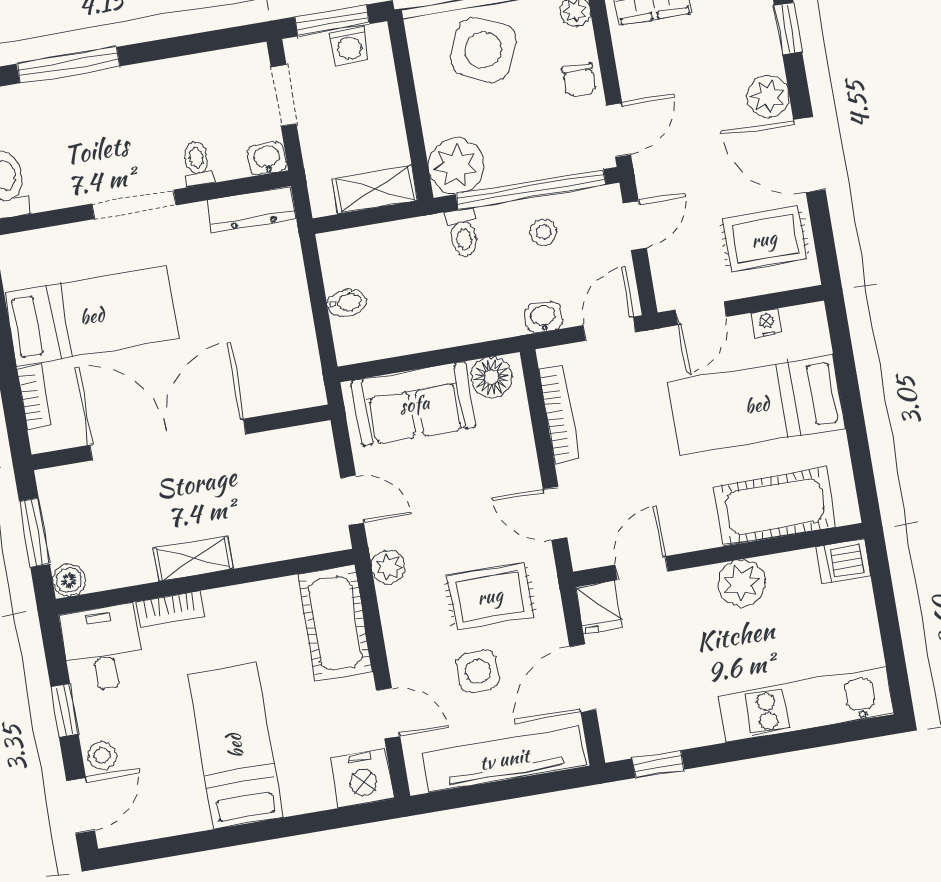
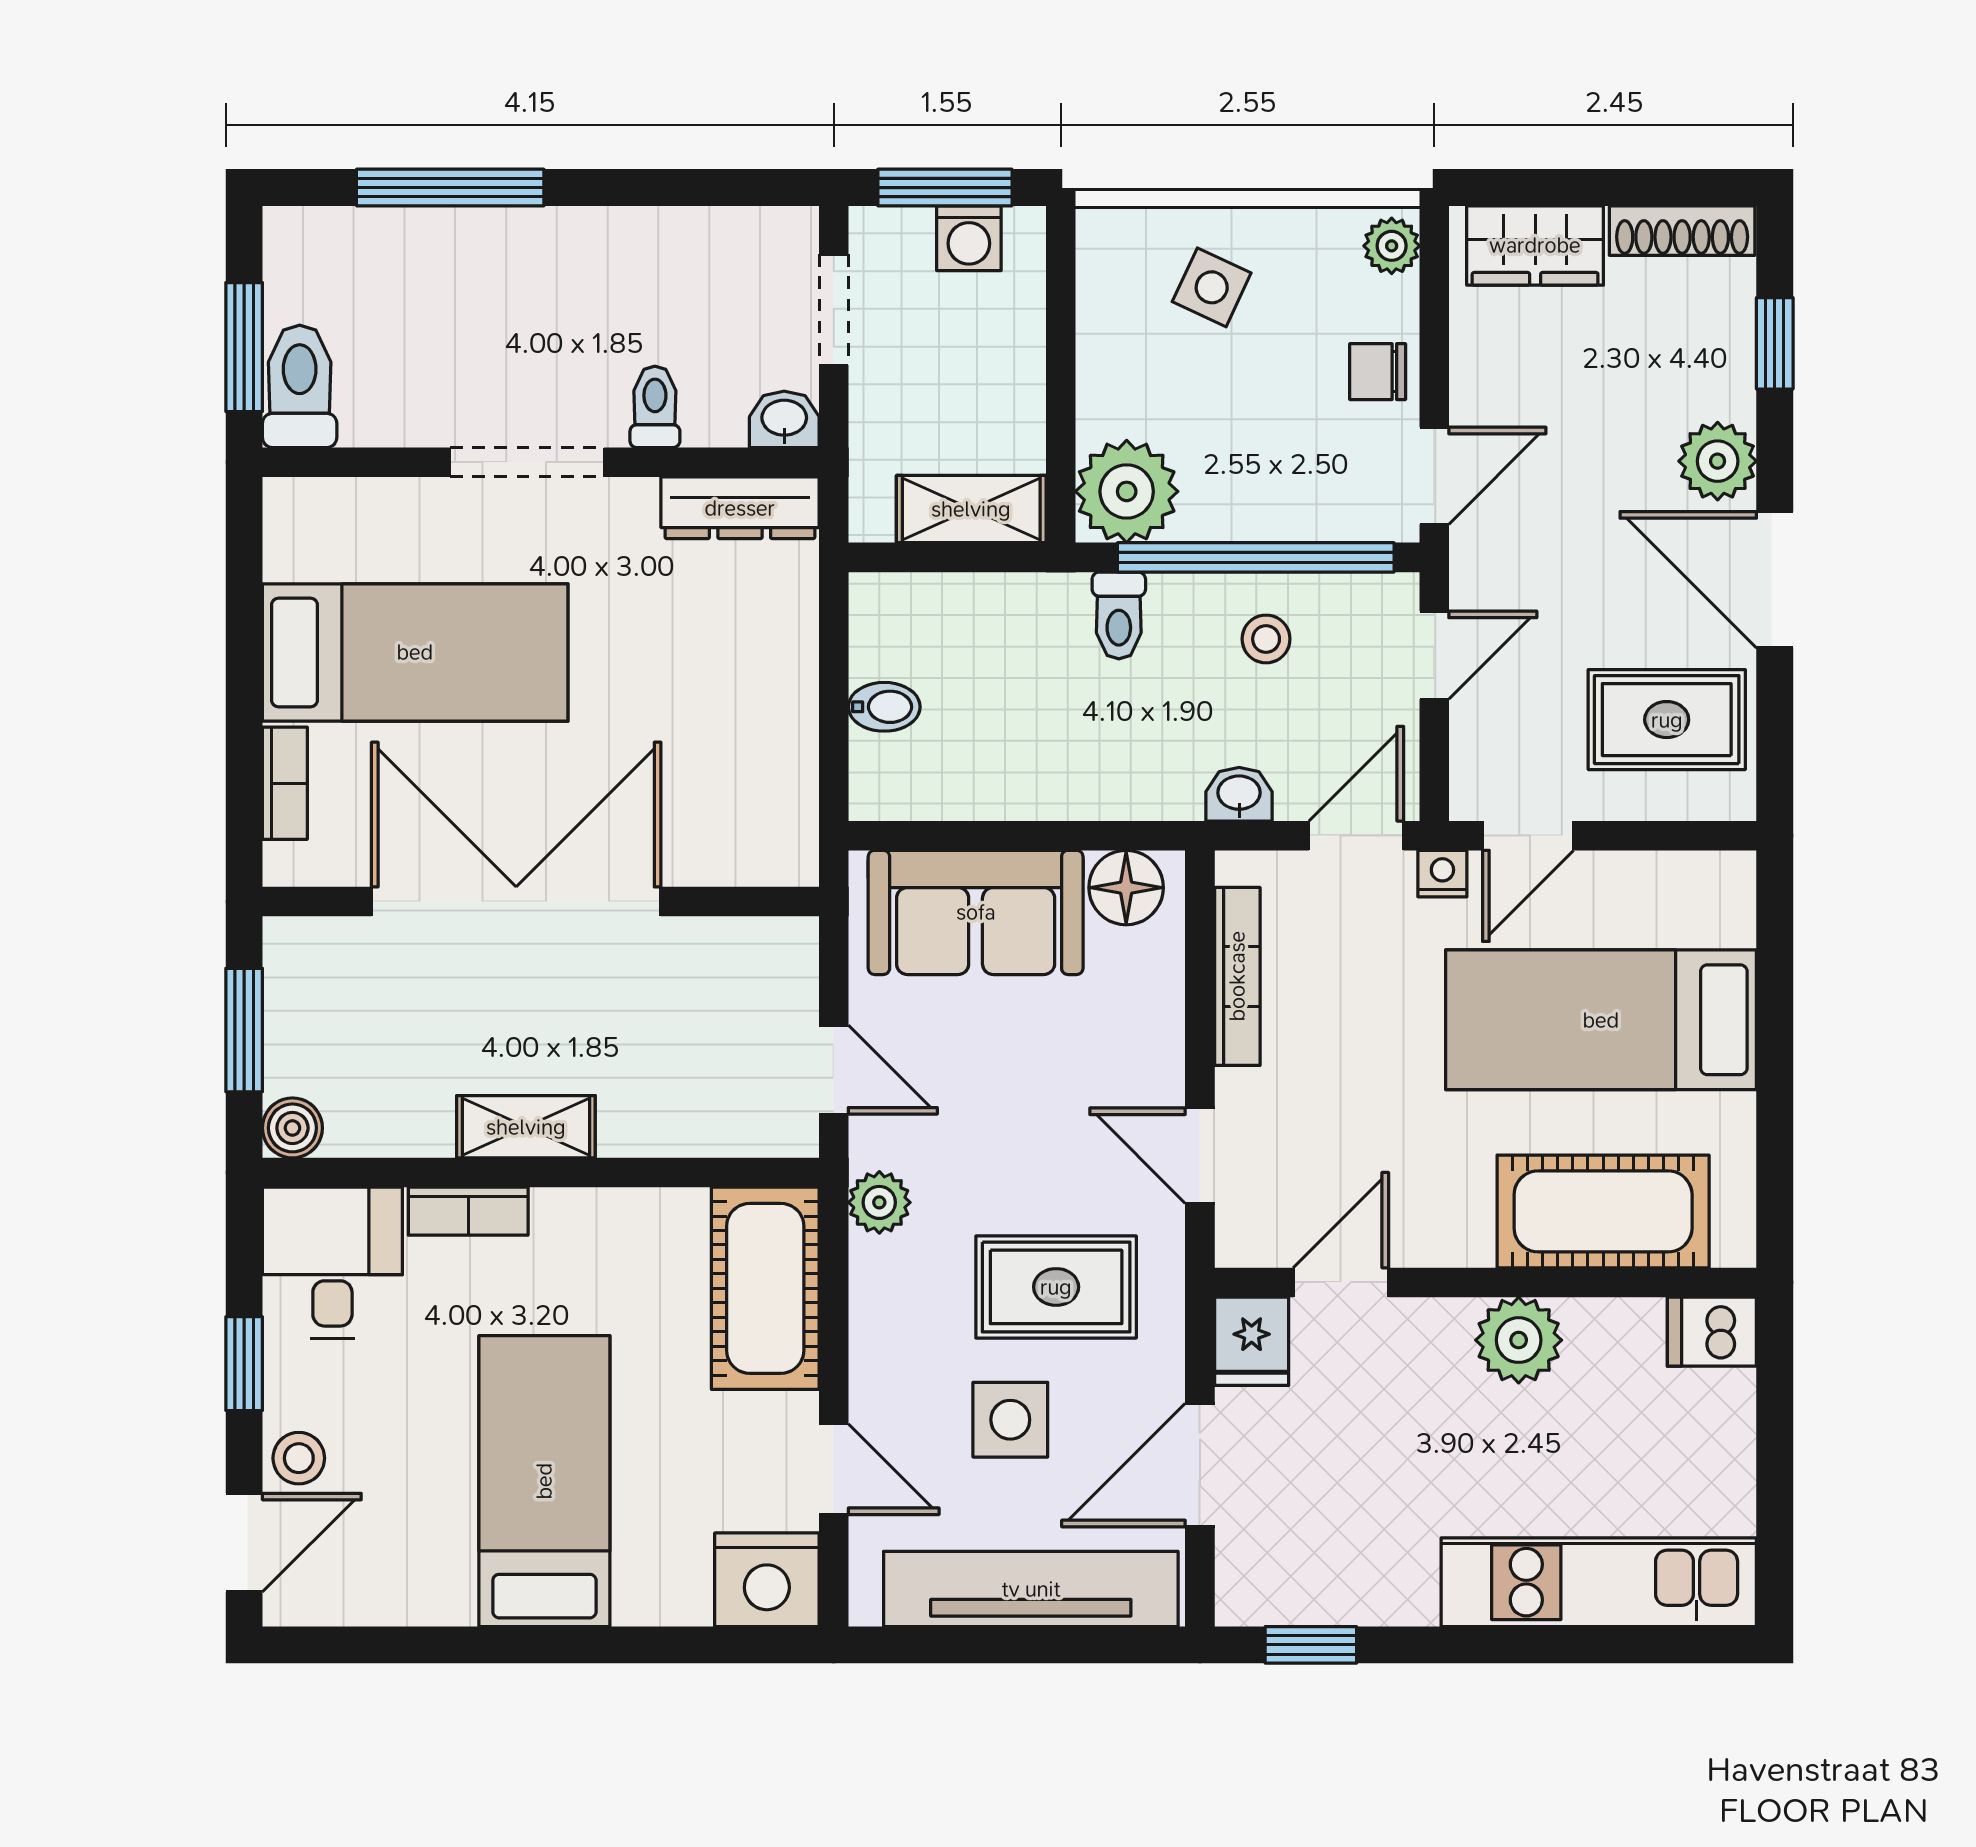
side table: (483, 50) -> (1212, 287), width x0.54, depth x0.54
chair: (579, 80) -> (1378, 372), turned 90
nightstand: (766, 323) -> (1442, 874), moved

